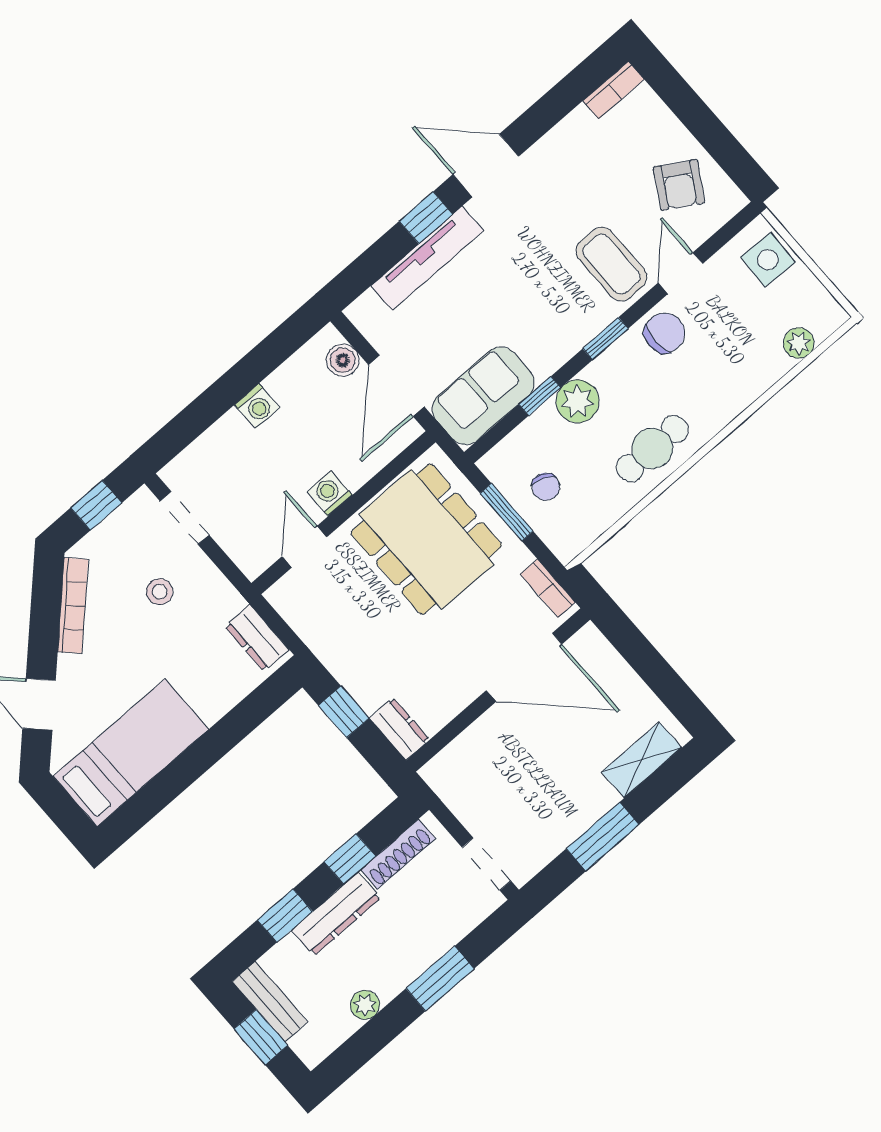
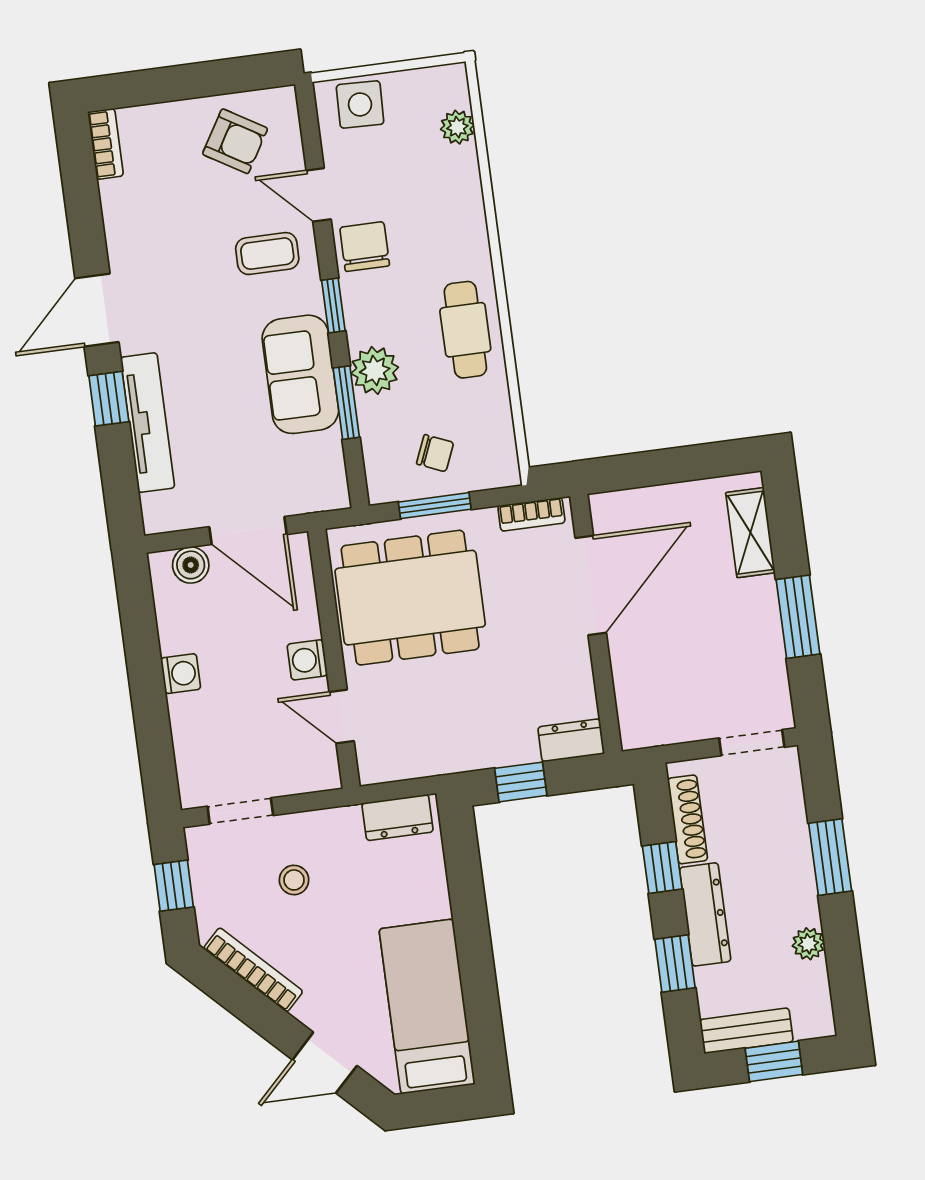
coffee table: (612, 264) -> (267, 254), width x0.73, depth x0.77
sofa: (483, 396) -> (300, 374), moved
window: (540, 396) -> (346, 403), width x1.50

